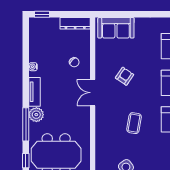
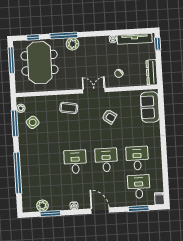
tv unit: (34, 92) -> (135, 39), moved, width x1.41
coffee table: (134, 123) -> (69, 108), moved

